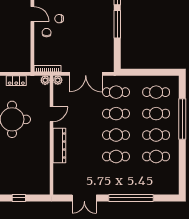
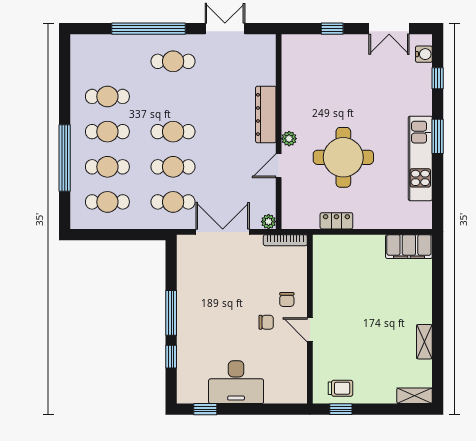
plant: (45, 80) -> (289, 139), moved
cafe table: (116, 157) -> (173, 61), moved

